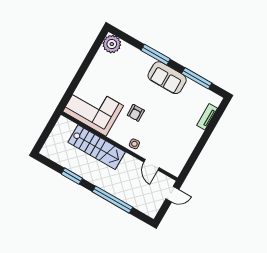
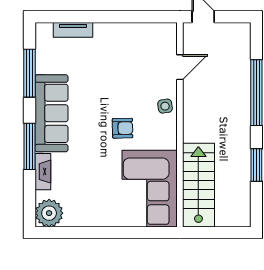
fireplace: (137, 54) -> (43, 172), added
sofa: (167, 78) -> (51, 113), width x1.36
stairs: (97, 147) -> (198, 185), moved

